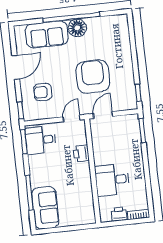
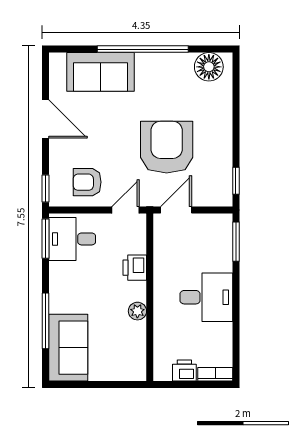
floor lamp: (77, 28) -> (209, 67), moved
door: (16, 67) -> (46, 119), hinge flipped
armchair: (43, 92) -> (87, 182), moved
plant: (86, 180) -> (137, 311), added
desk: (112, 180) -> (206, 297), moved, turned 180

